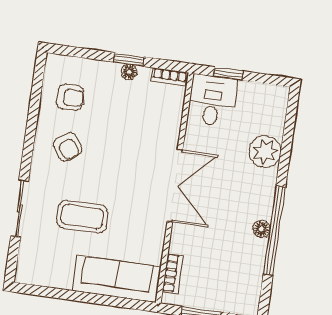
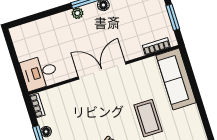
window: (228, 74) -> (18, 70), removed
plant: (265, 152) -> (77, 13), moved, width x0.53, depth x0.53

